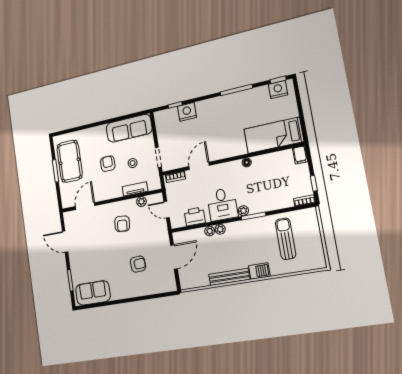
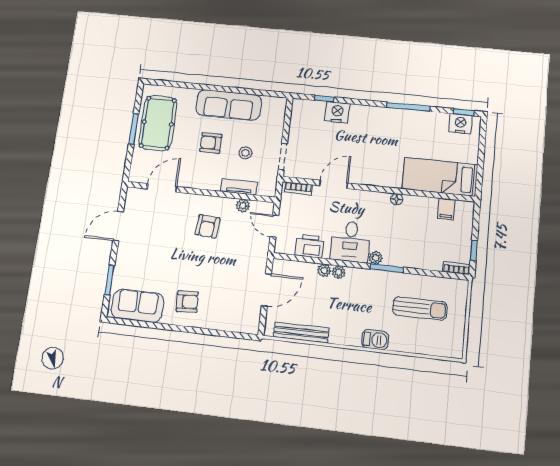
sofa: (129, 128) -> (229, 105), moved
filing cabinet: (300, 155) -> (446, 209), moved
armchair: (108, 164) -> (211, 143), turned -90
sun lounger: (286, 239) -> (420, 308), turned 90
door: (65, 242) -> (118, 226), hinge flipped
armchair: (138, 264) -> (187, 302), moved
bench: (229, 277) -> (301, 332), moved

